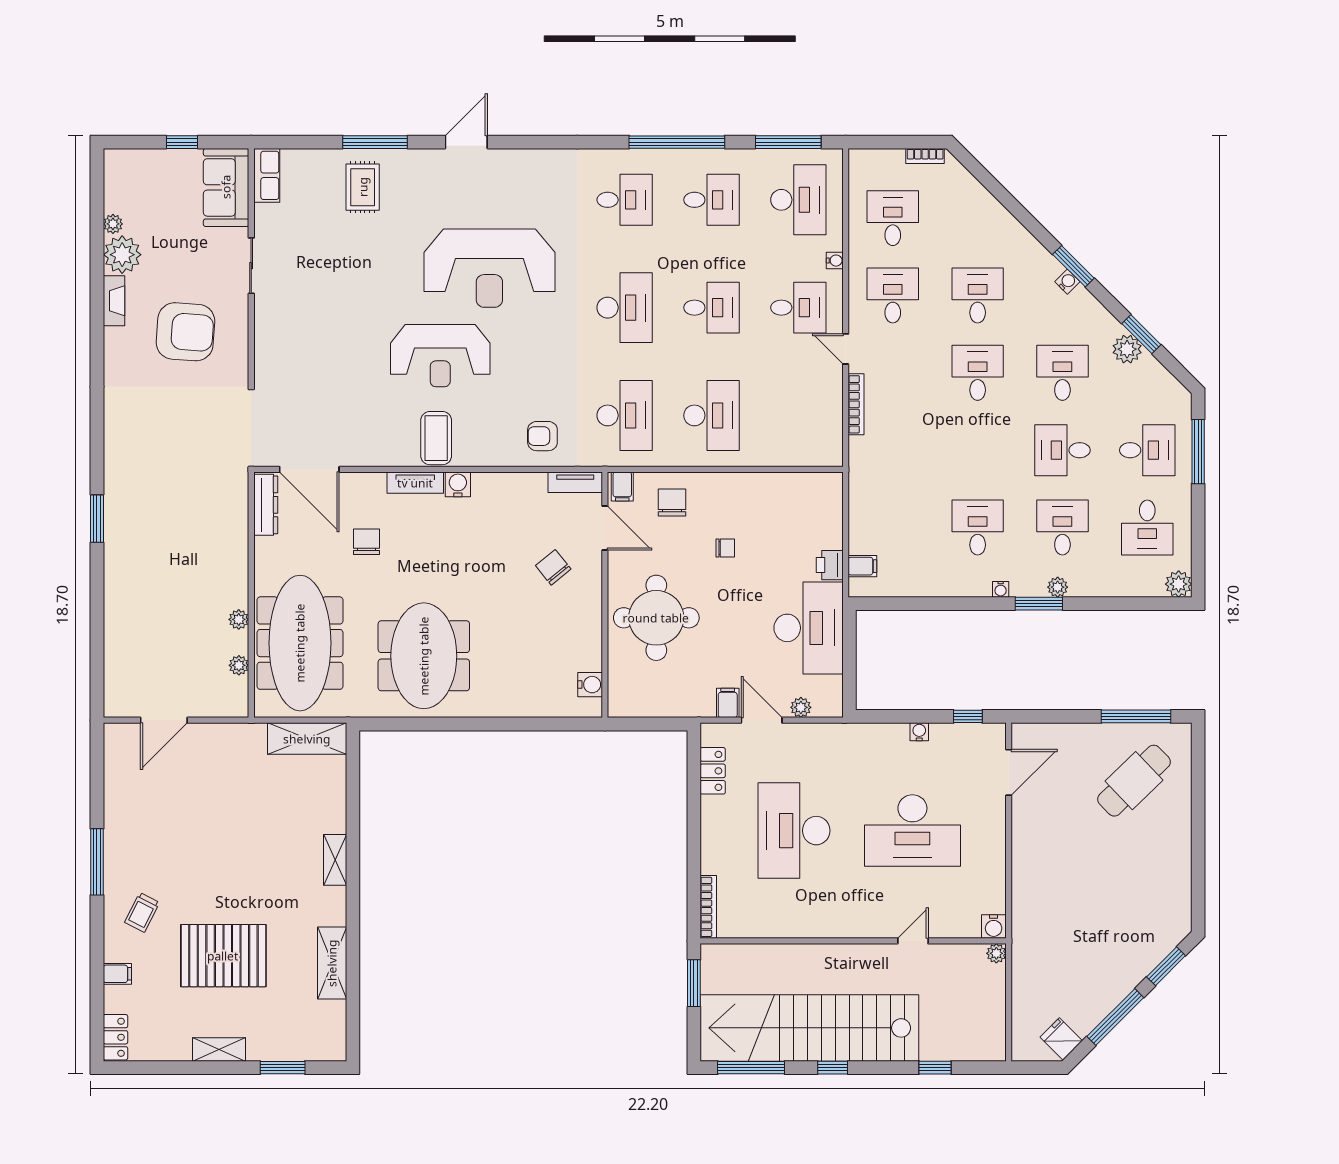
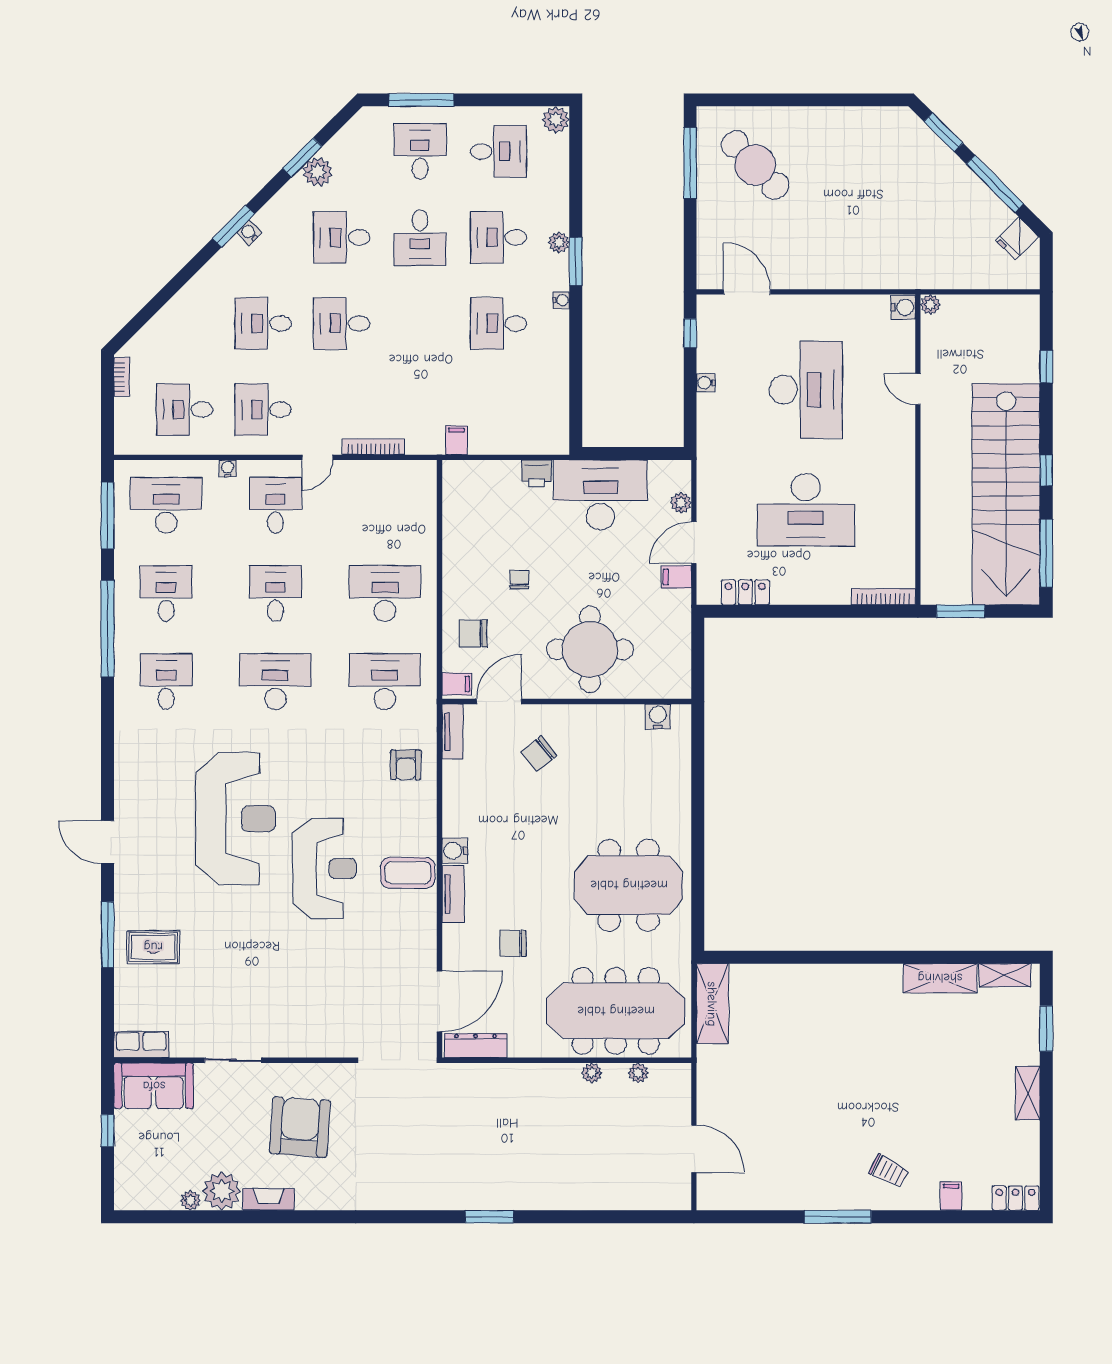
filing cabinet: (862, 566) -> (456, 440), moved
shelving: (335, 860) -> (1005, 975), moved
pallet: (223, 956) -> (933, 1088), removed

